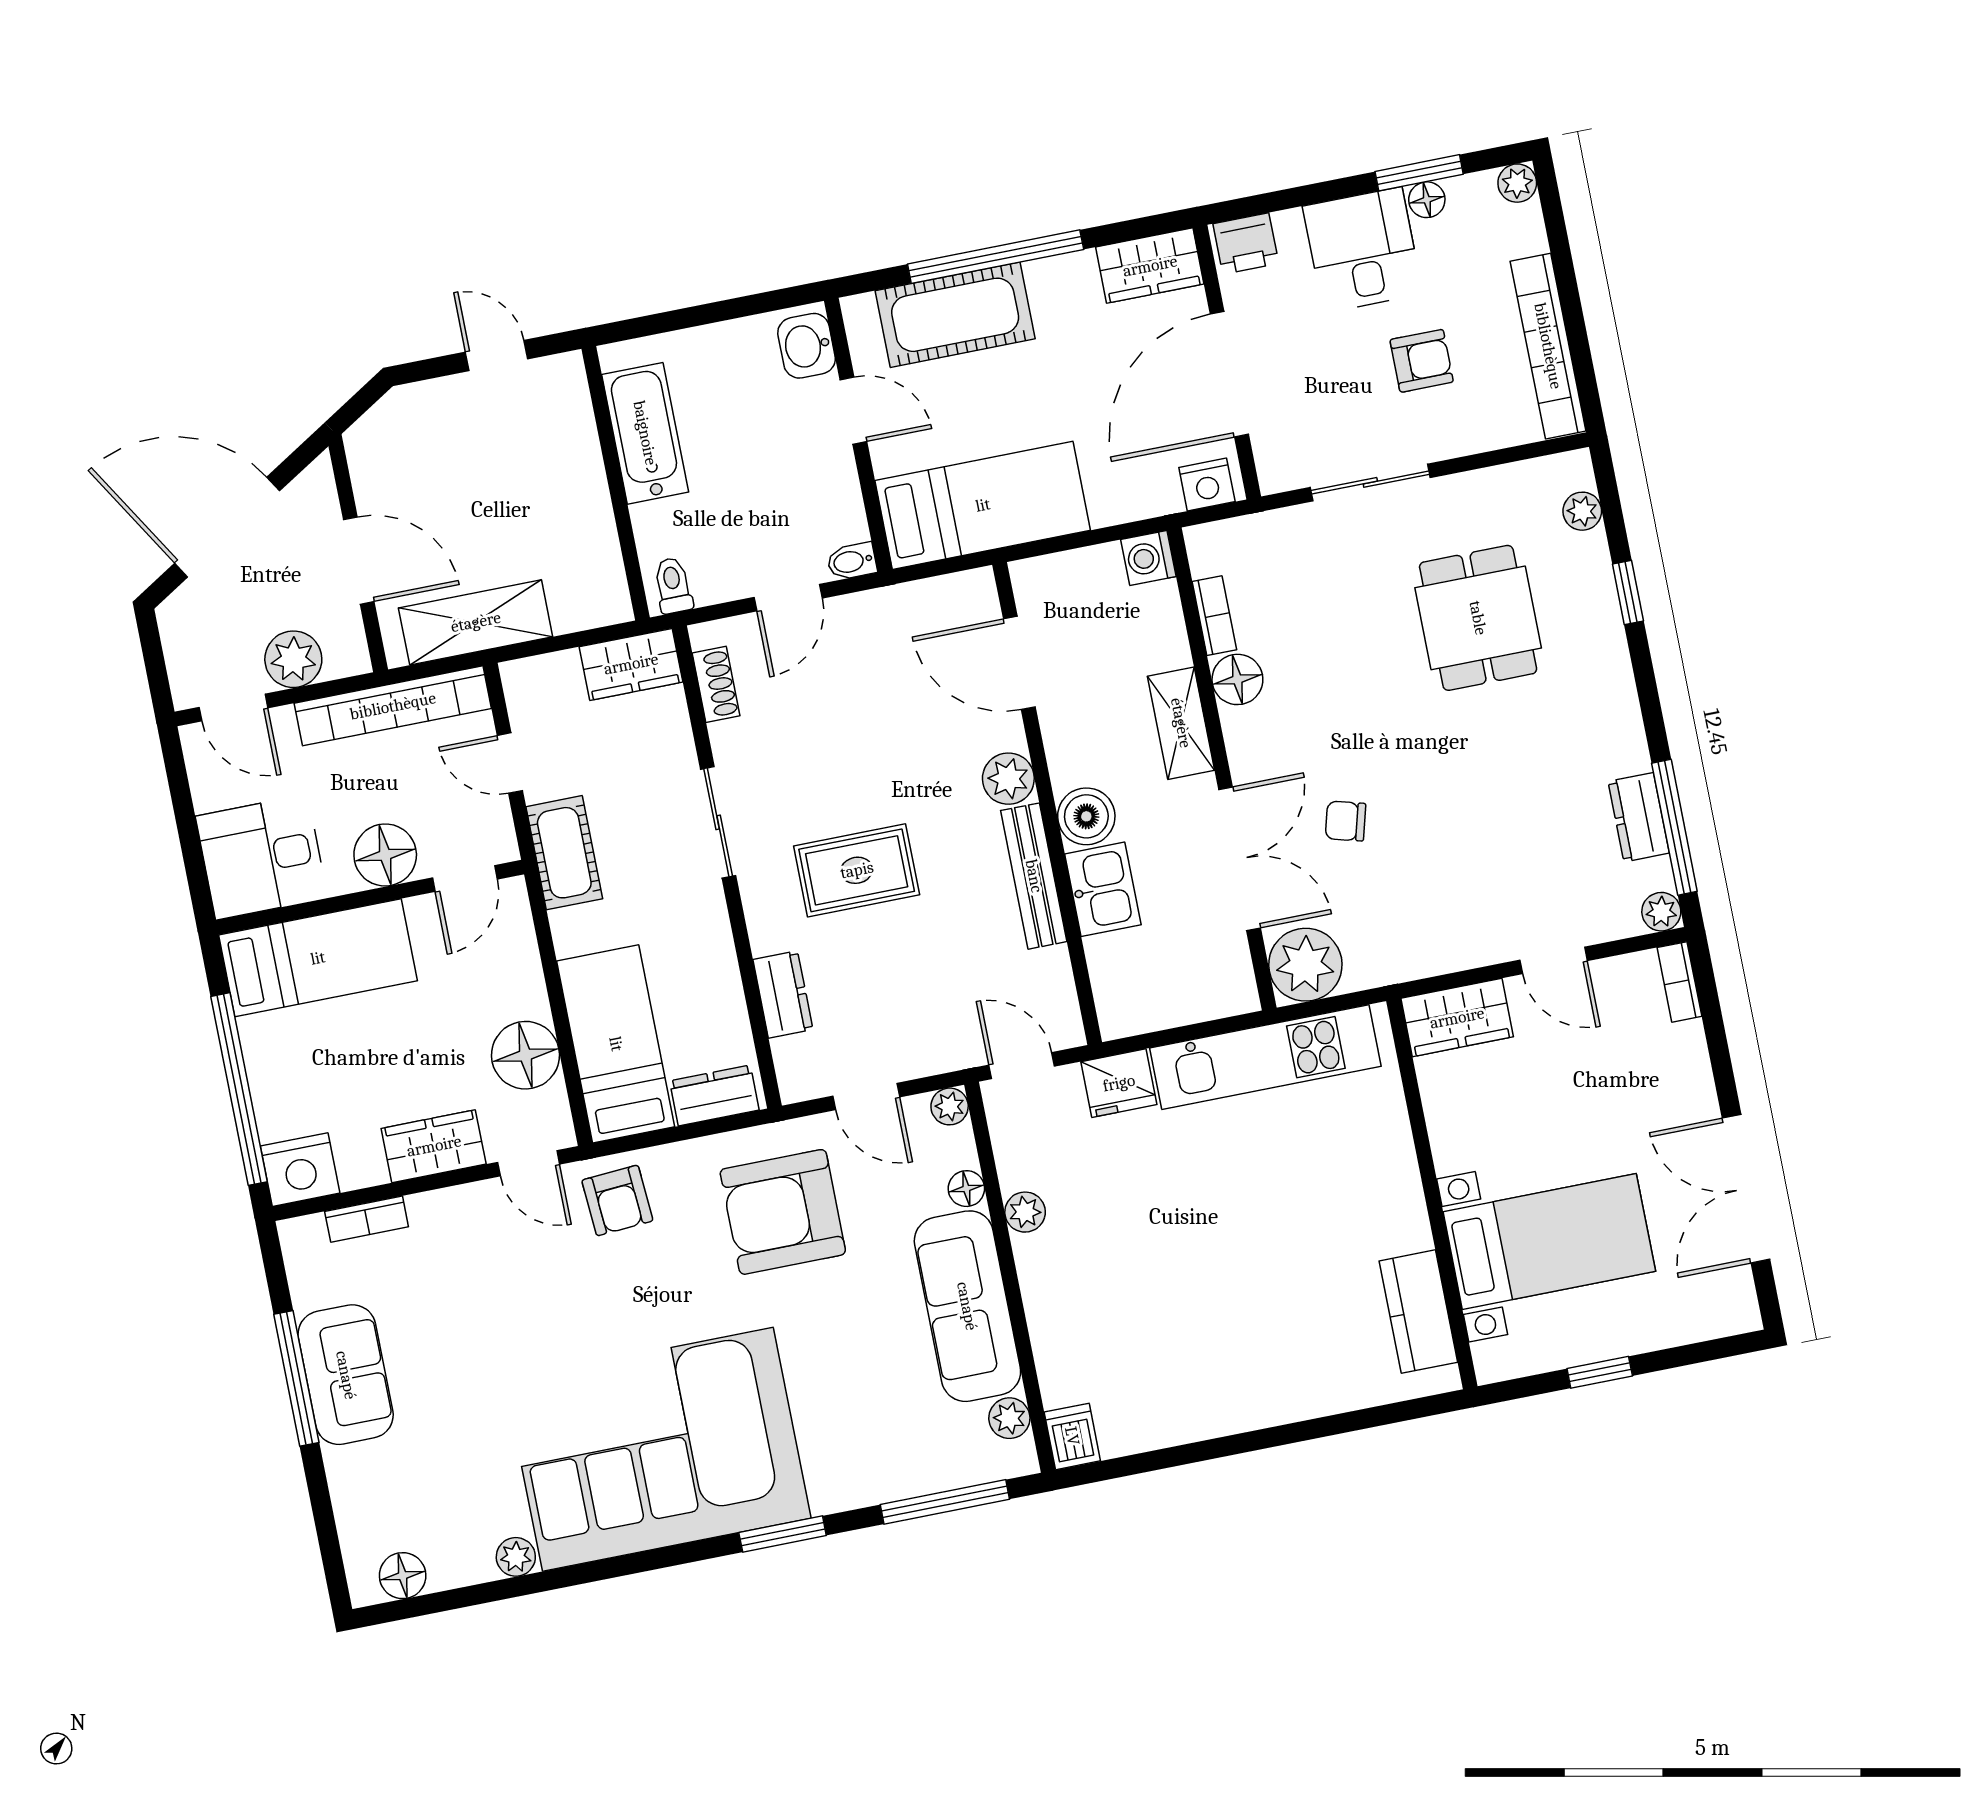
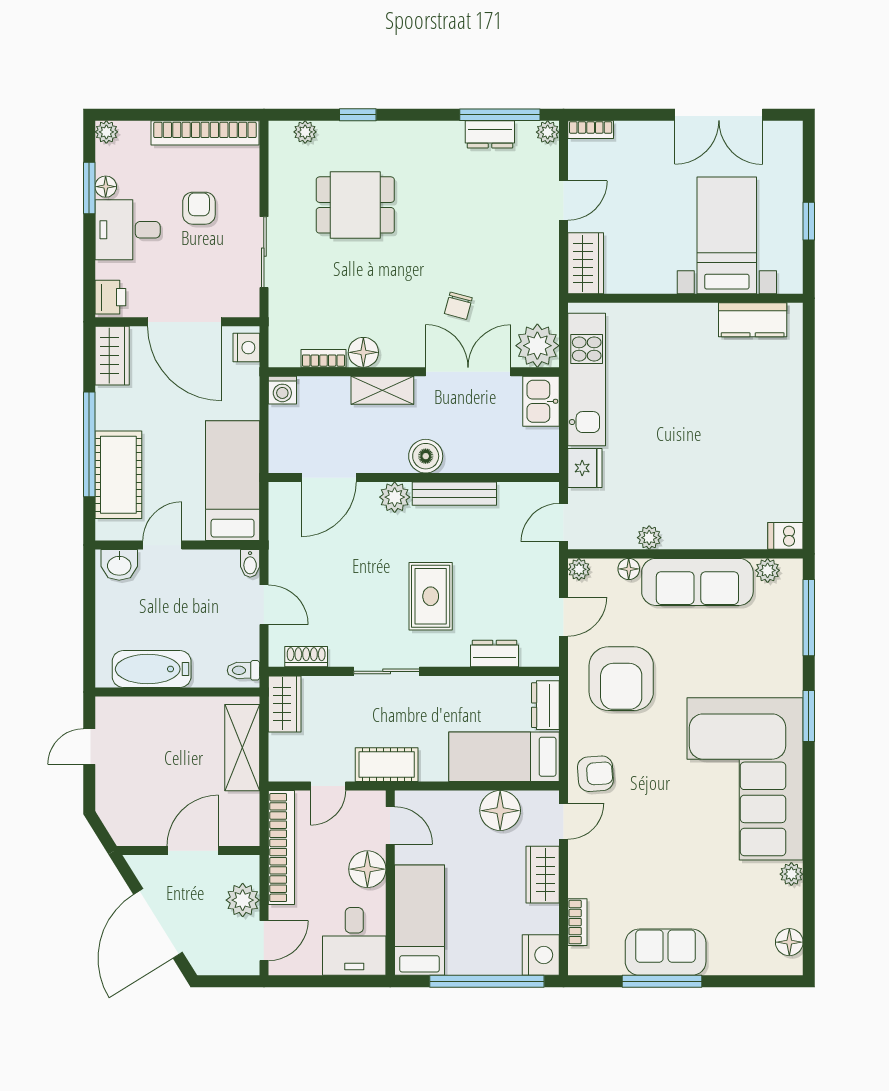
shelving: (476, 622) -> (242, 748), moved
kitchen sink: (1103, 889) -> (541, 401), moved, turned -90

